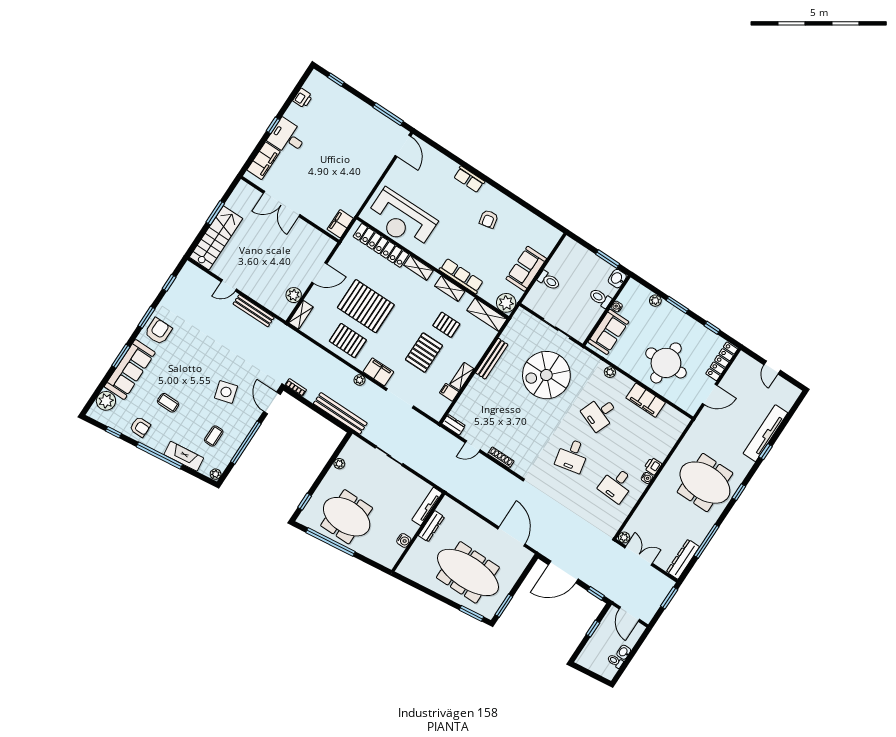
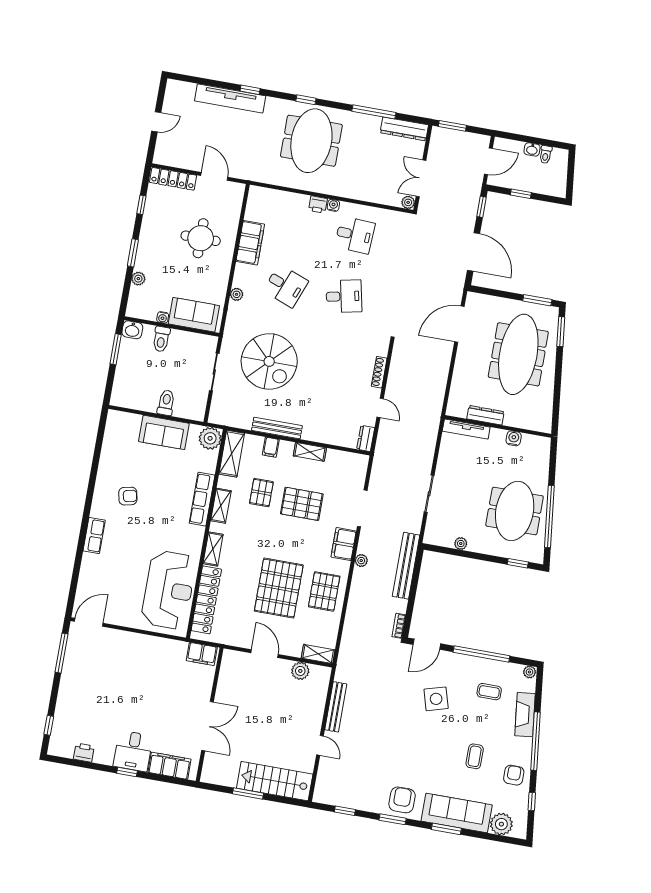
armchair: (158, 331) -> (402, 800), turned 90
round table: (666, 363) -> (201, 238), width x0.73, depth x0.73
filing cabinet: (449, 392) -> (271, 447), moved

